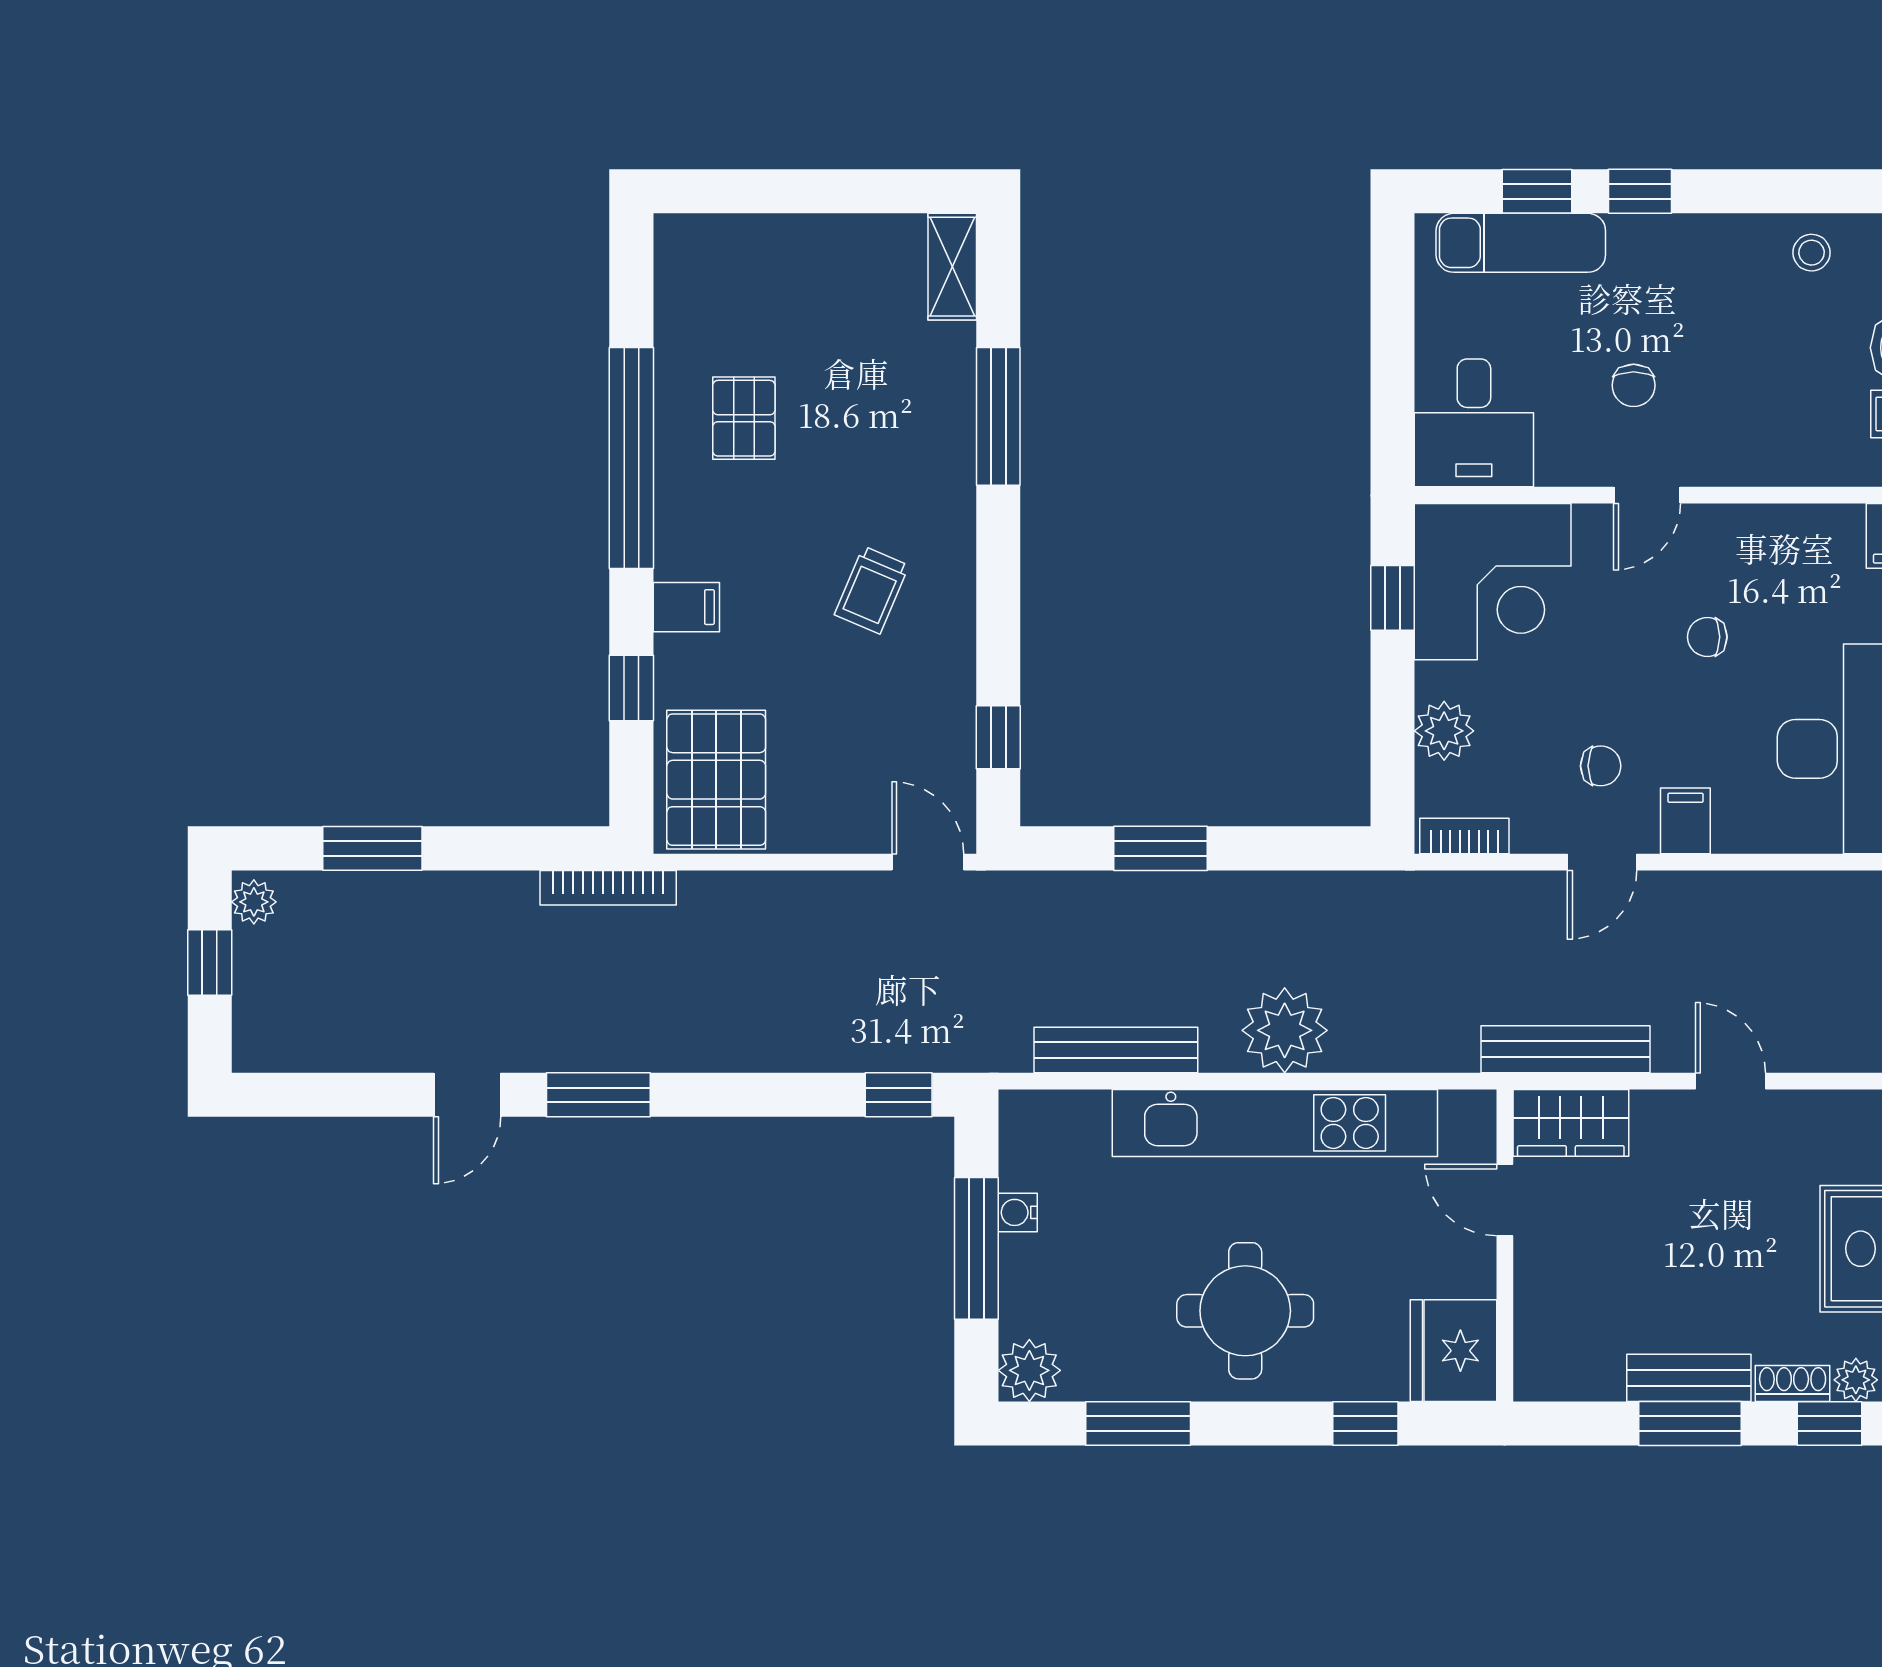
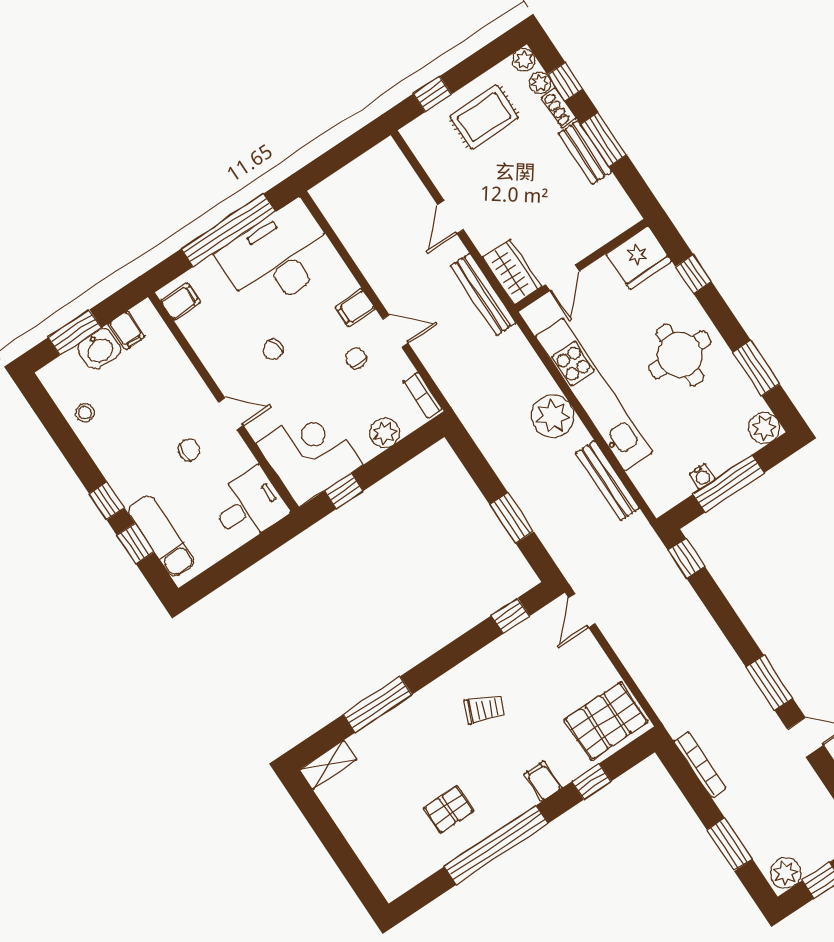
chair: (1707, 637) -> (273, 350), turned 71
bookcase: (608, 888) -> (700, 765), moved
plant: (254, 902) -> (786, 873), width x1.38, depth x1.38

